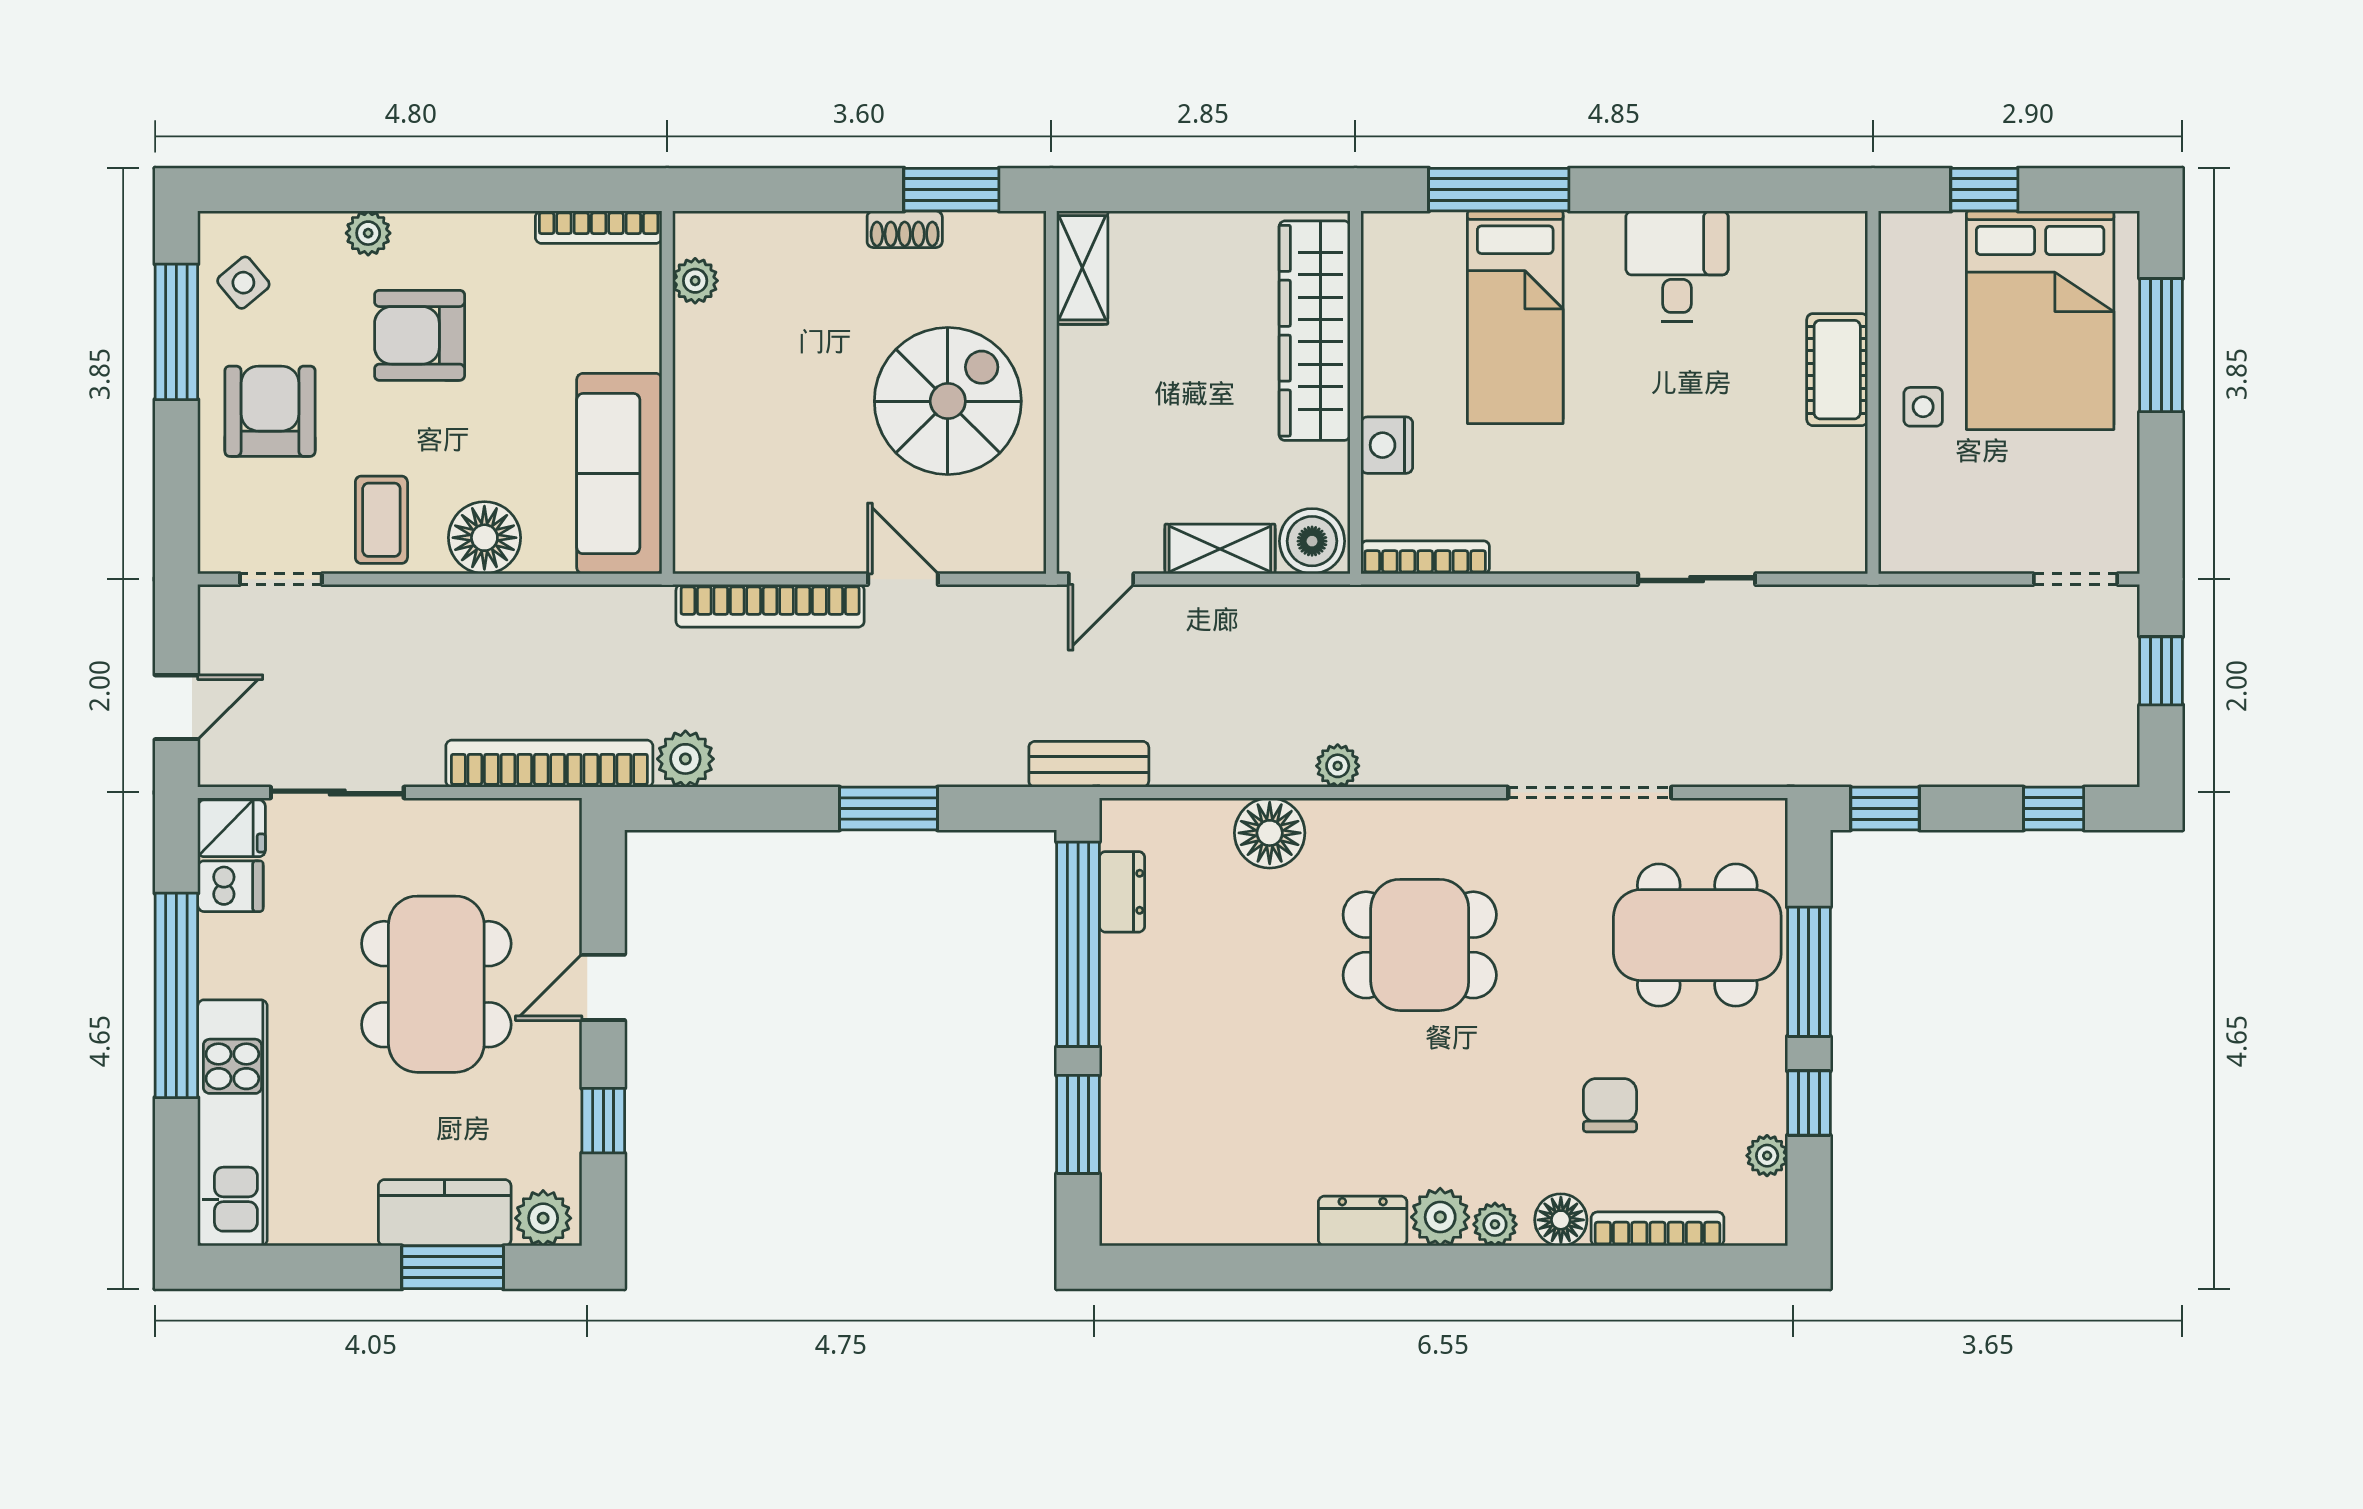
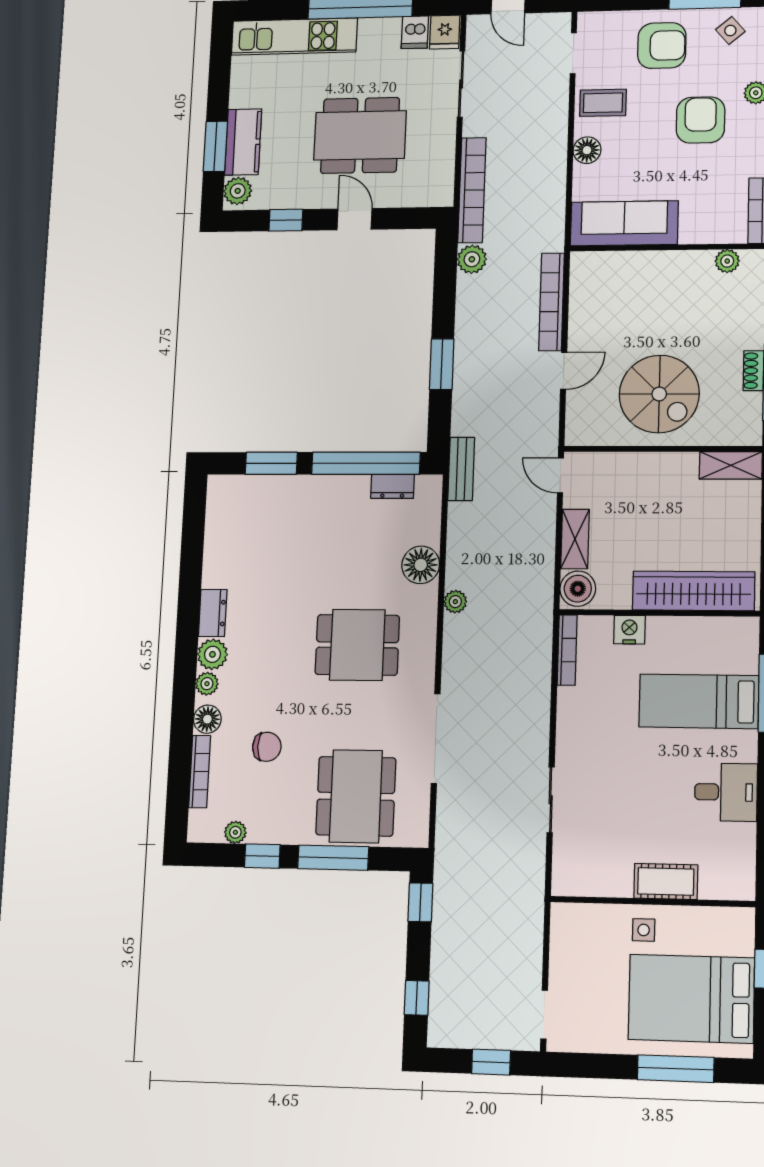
floor lamp: (484, 538) -> (587, 150), width x0.73, depth x0.73
dining table: (1420, 945) -> (357, 645), turned 90

